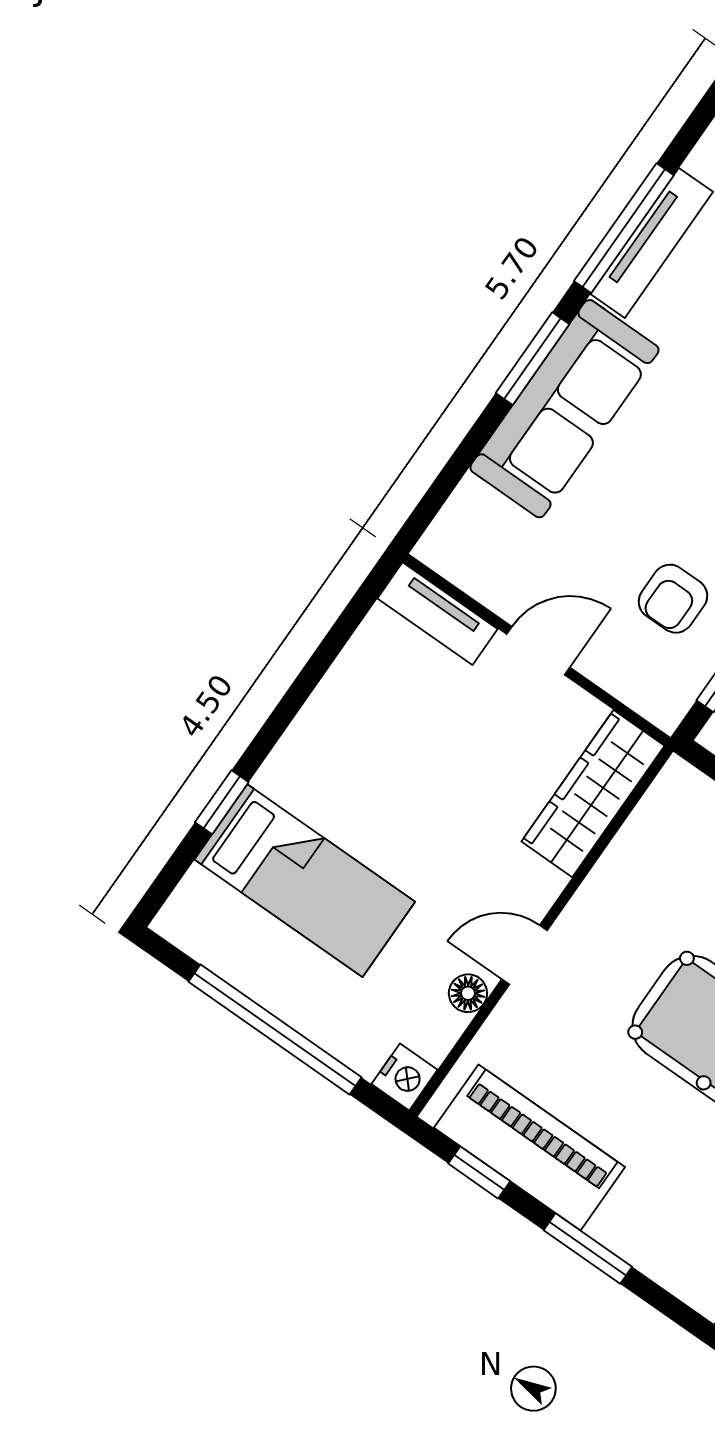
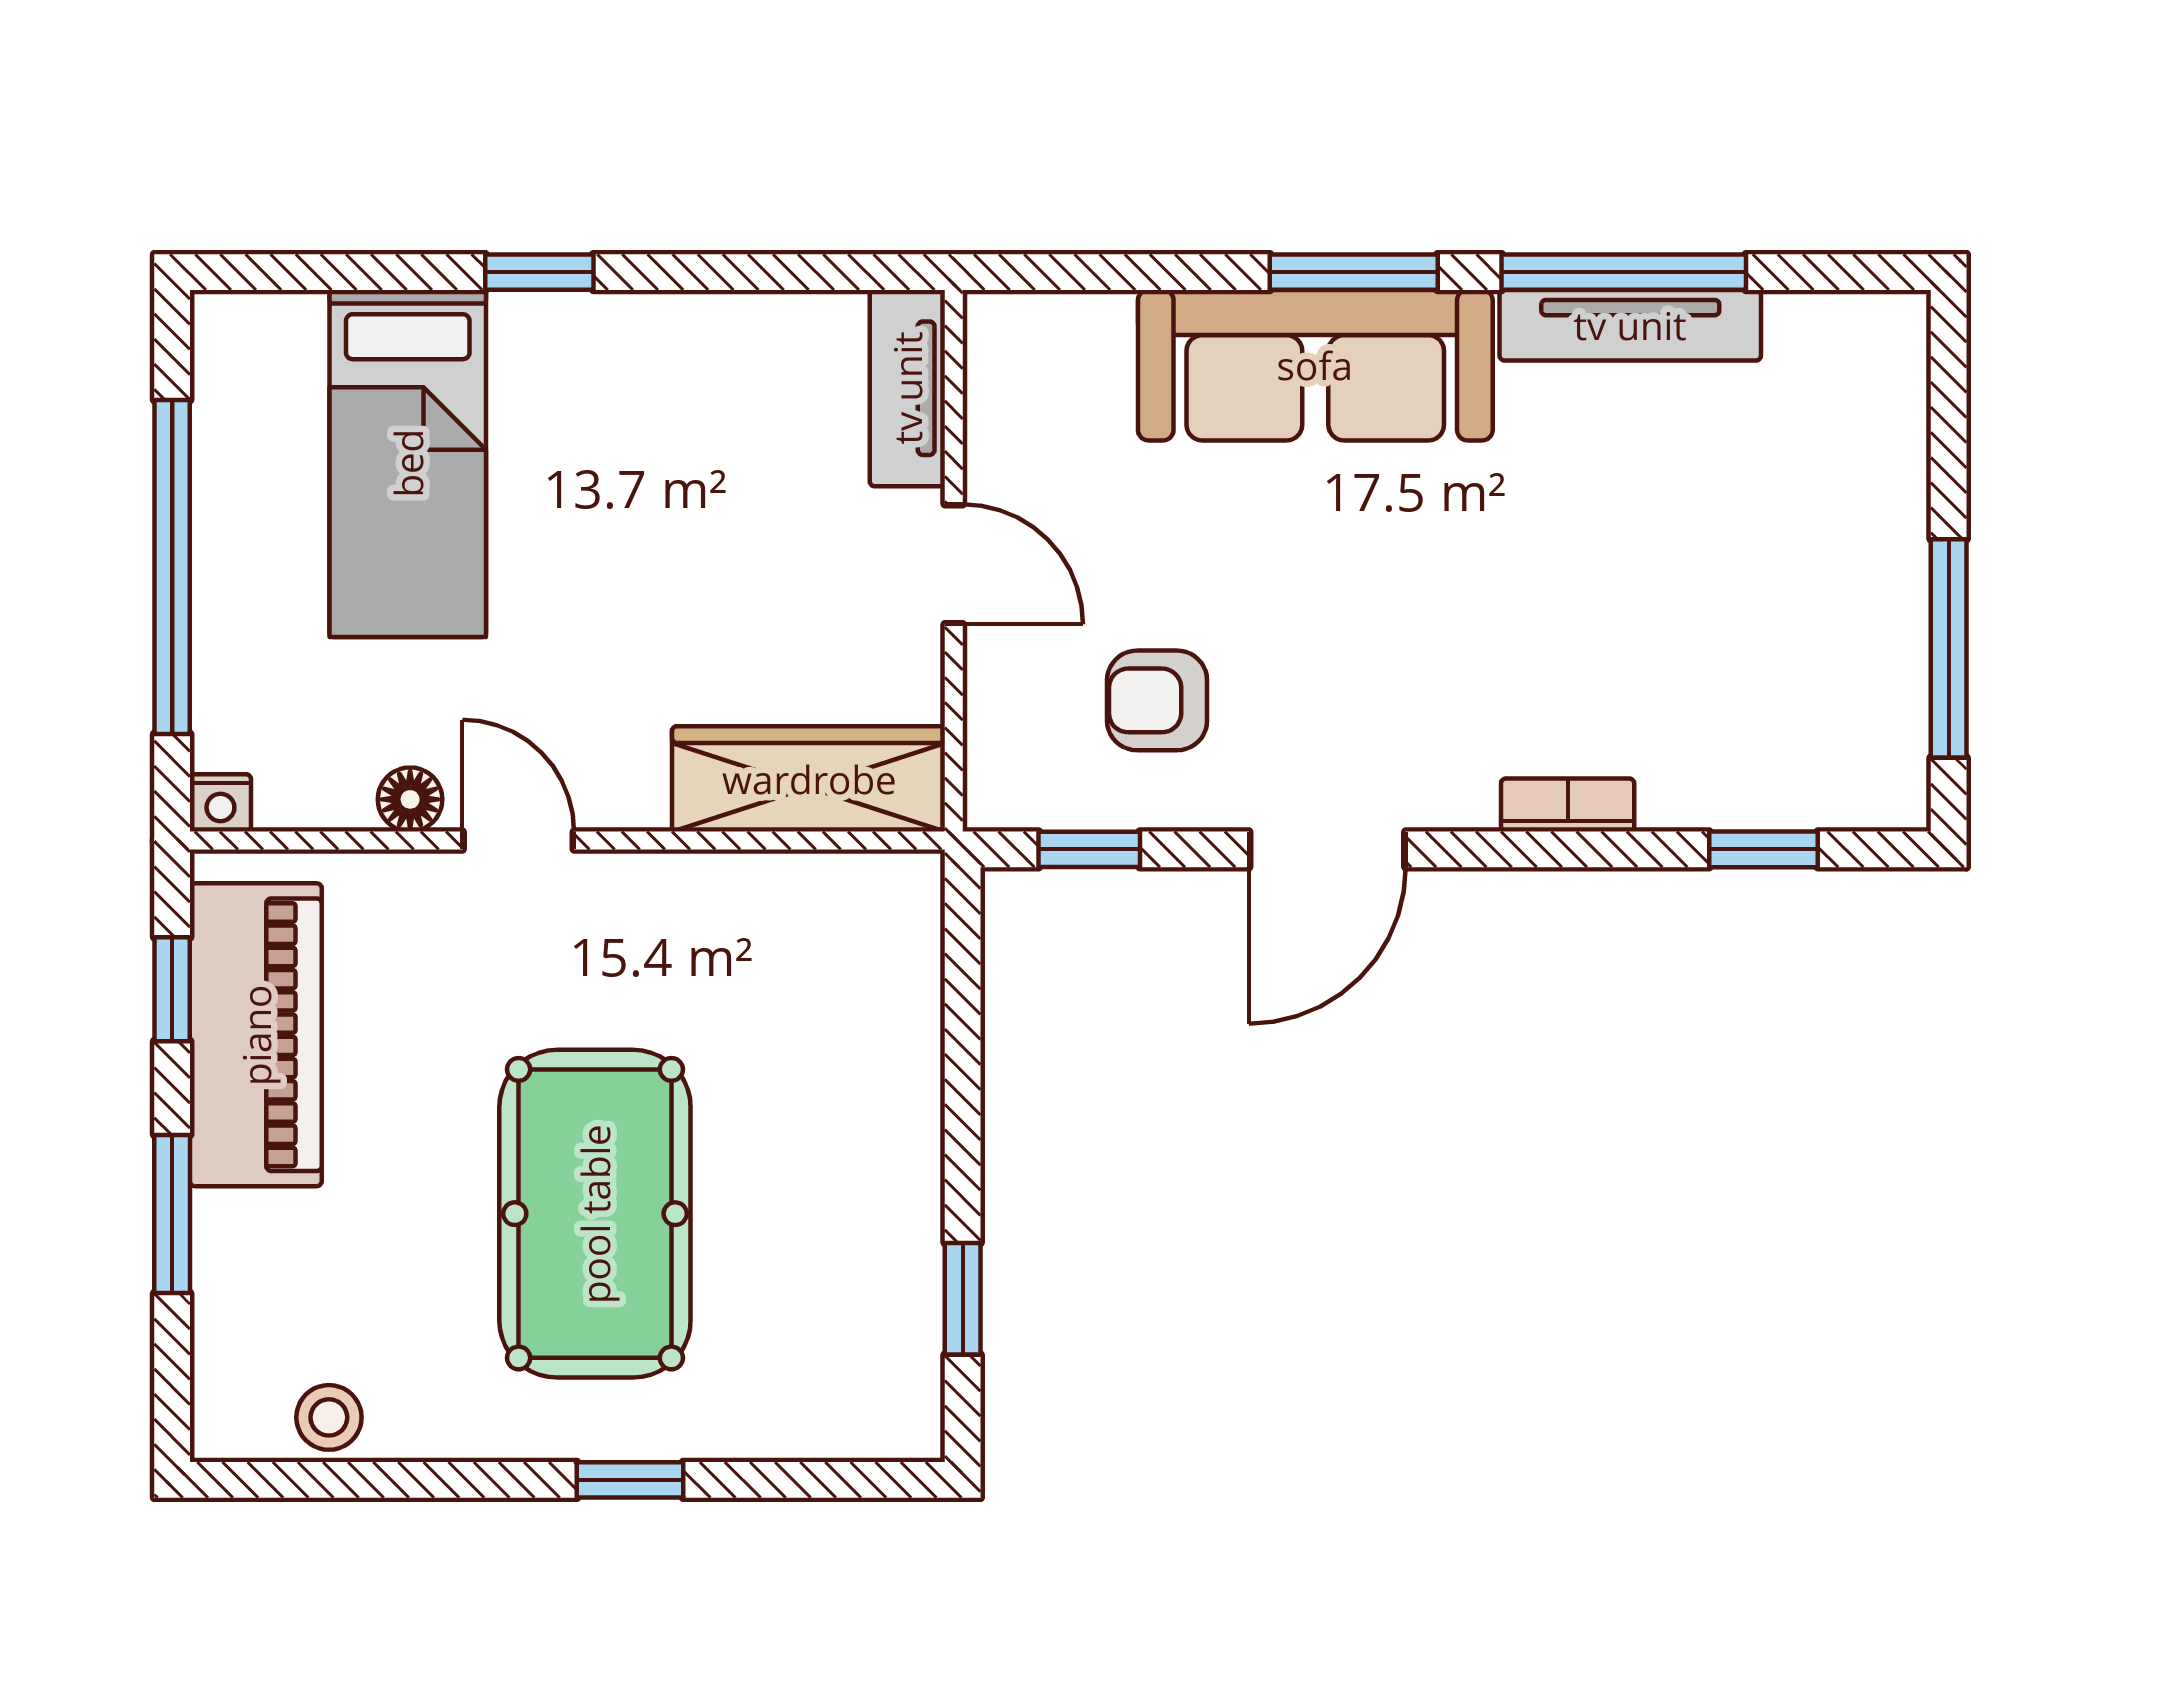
window: (222, 802) -> (539, 272), moved
nightstand: (405, 1077) -> (220, 803), width x0.72, depth x0.74

